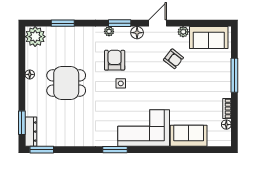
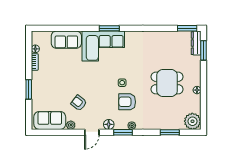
armchair: (115, 60) -> (127, 102), turned 90
window: (234, 75) -> (29, 89), width x0.69
window: (115, 150) -> (109, 28), moved

